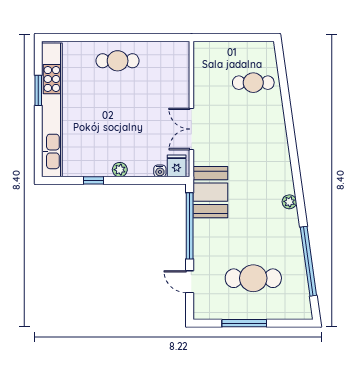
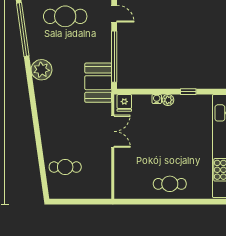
water cooler: (160, 171) -> (157, 99), moved
plant: (289, 202) -> (41, 70), width x1.88, depth x1.88

